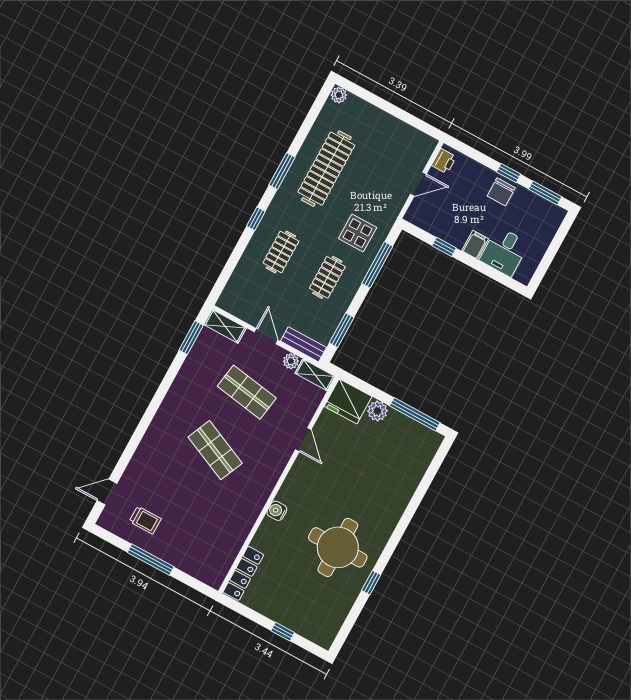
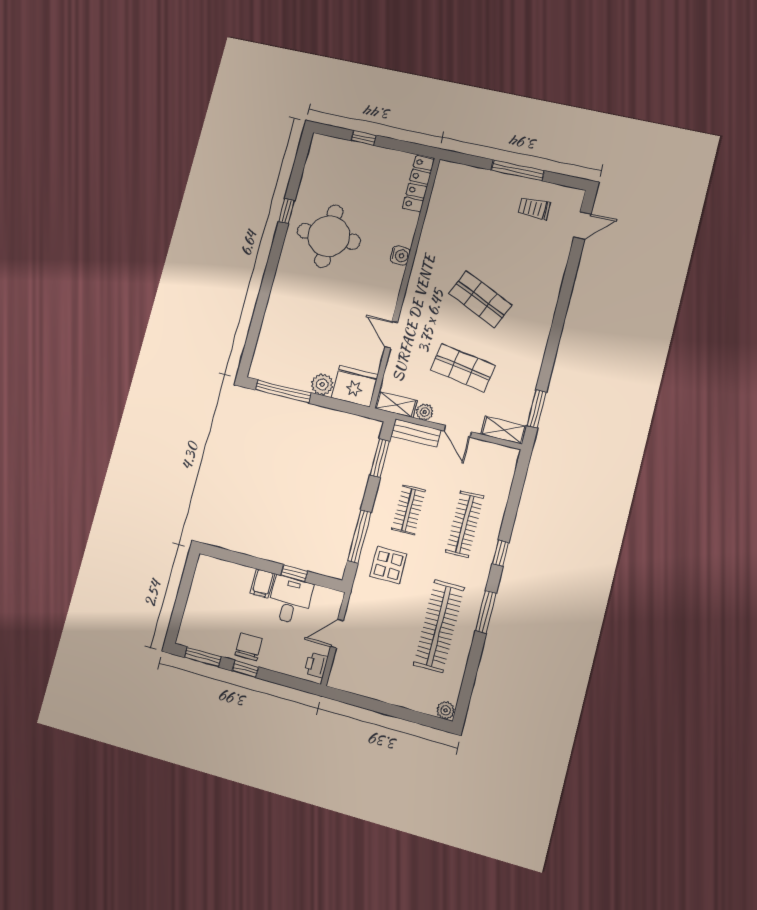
clothes rail: (281, 252) -> (465, 524), width x1.36
desk: (504, 252) -> (290, 600), moved

